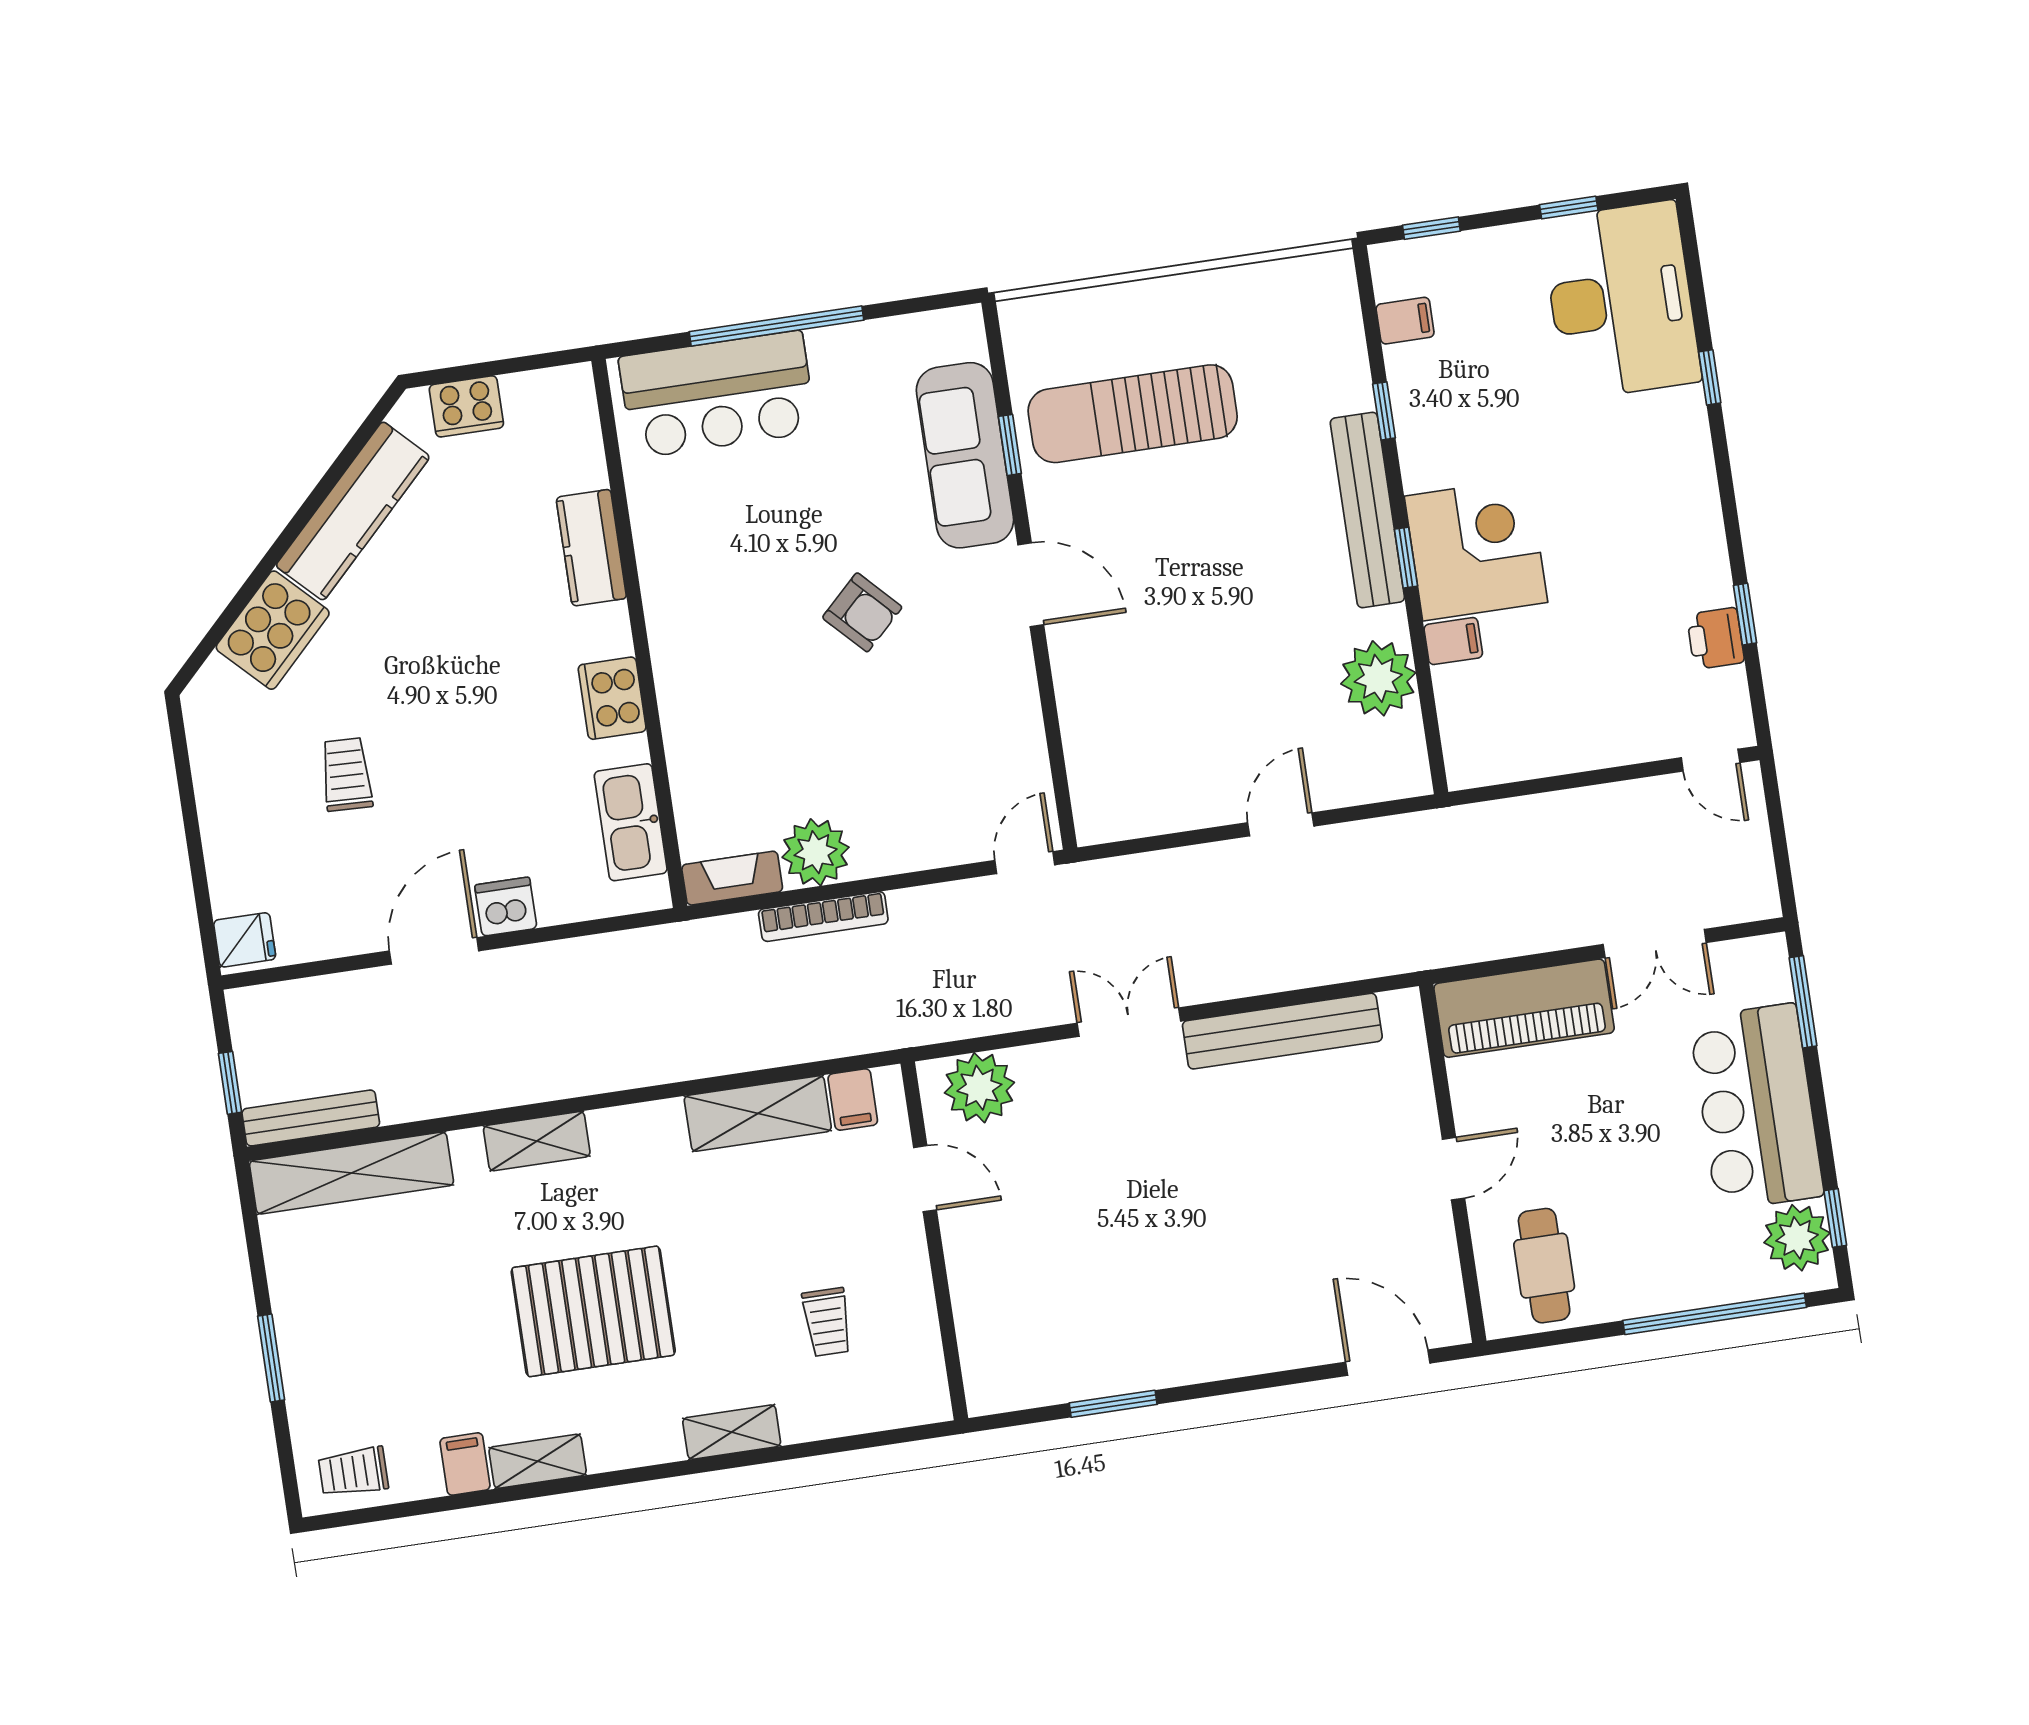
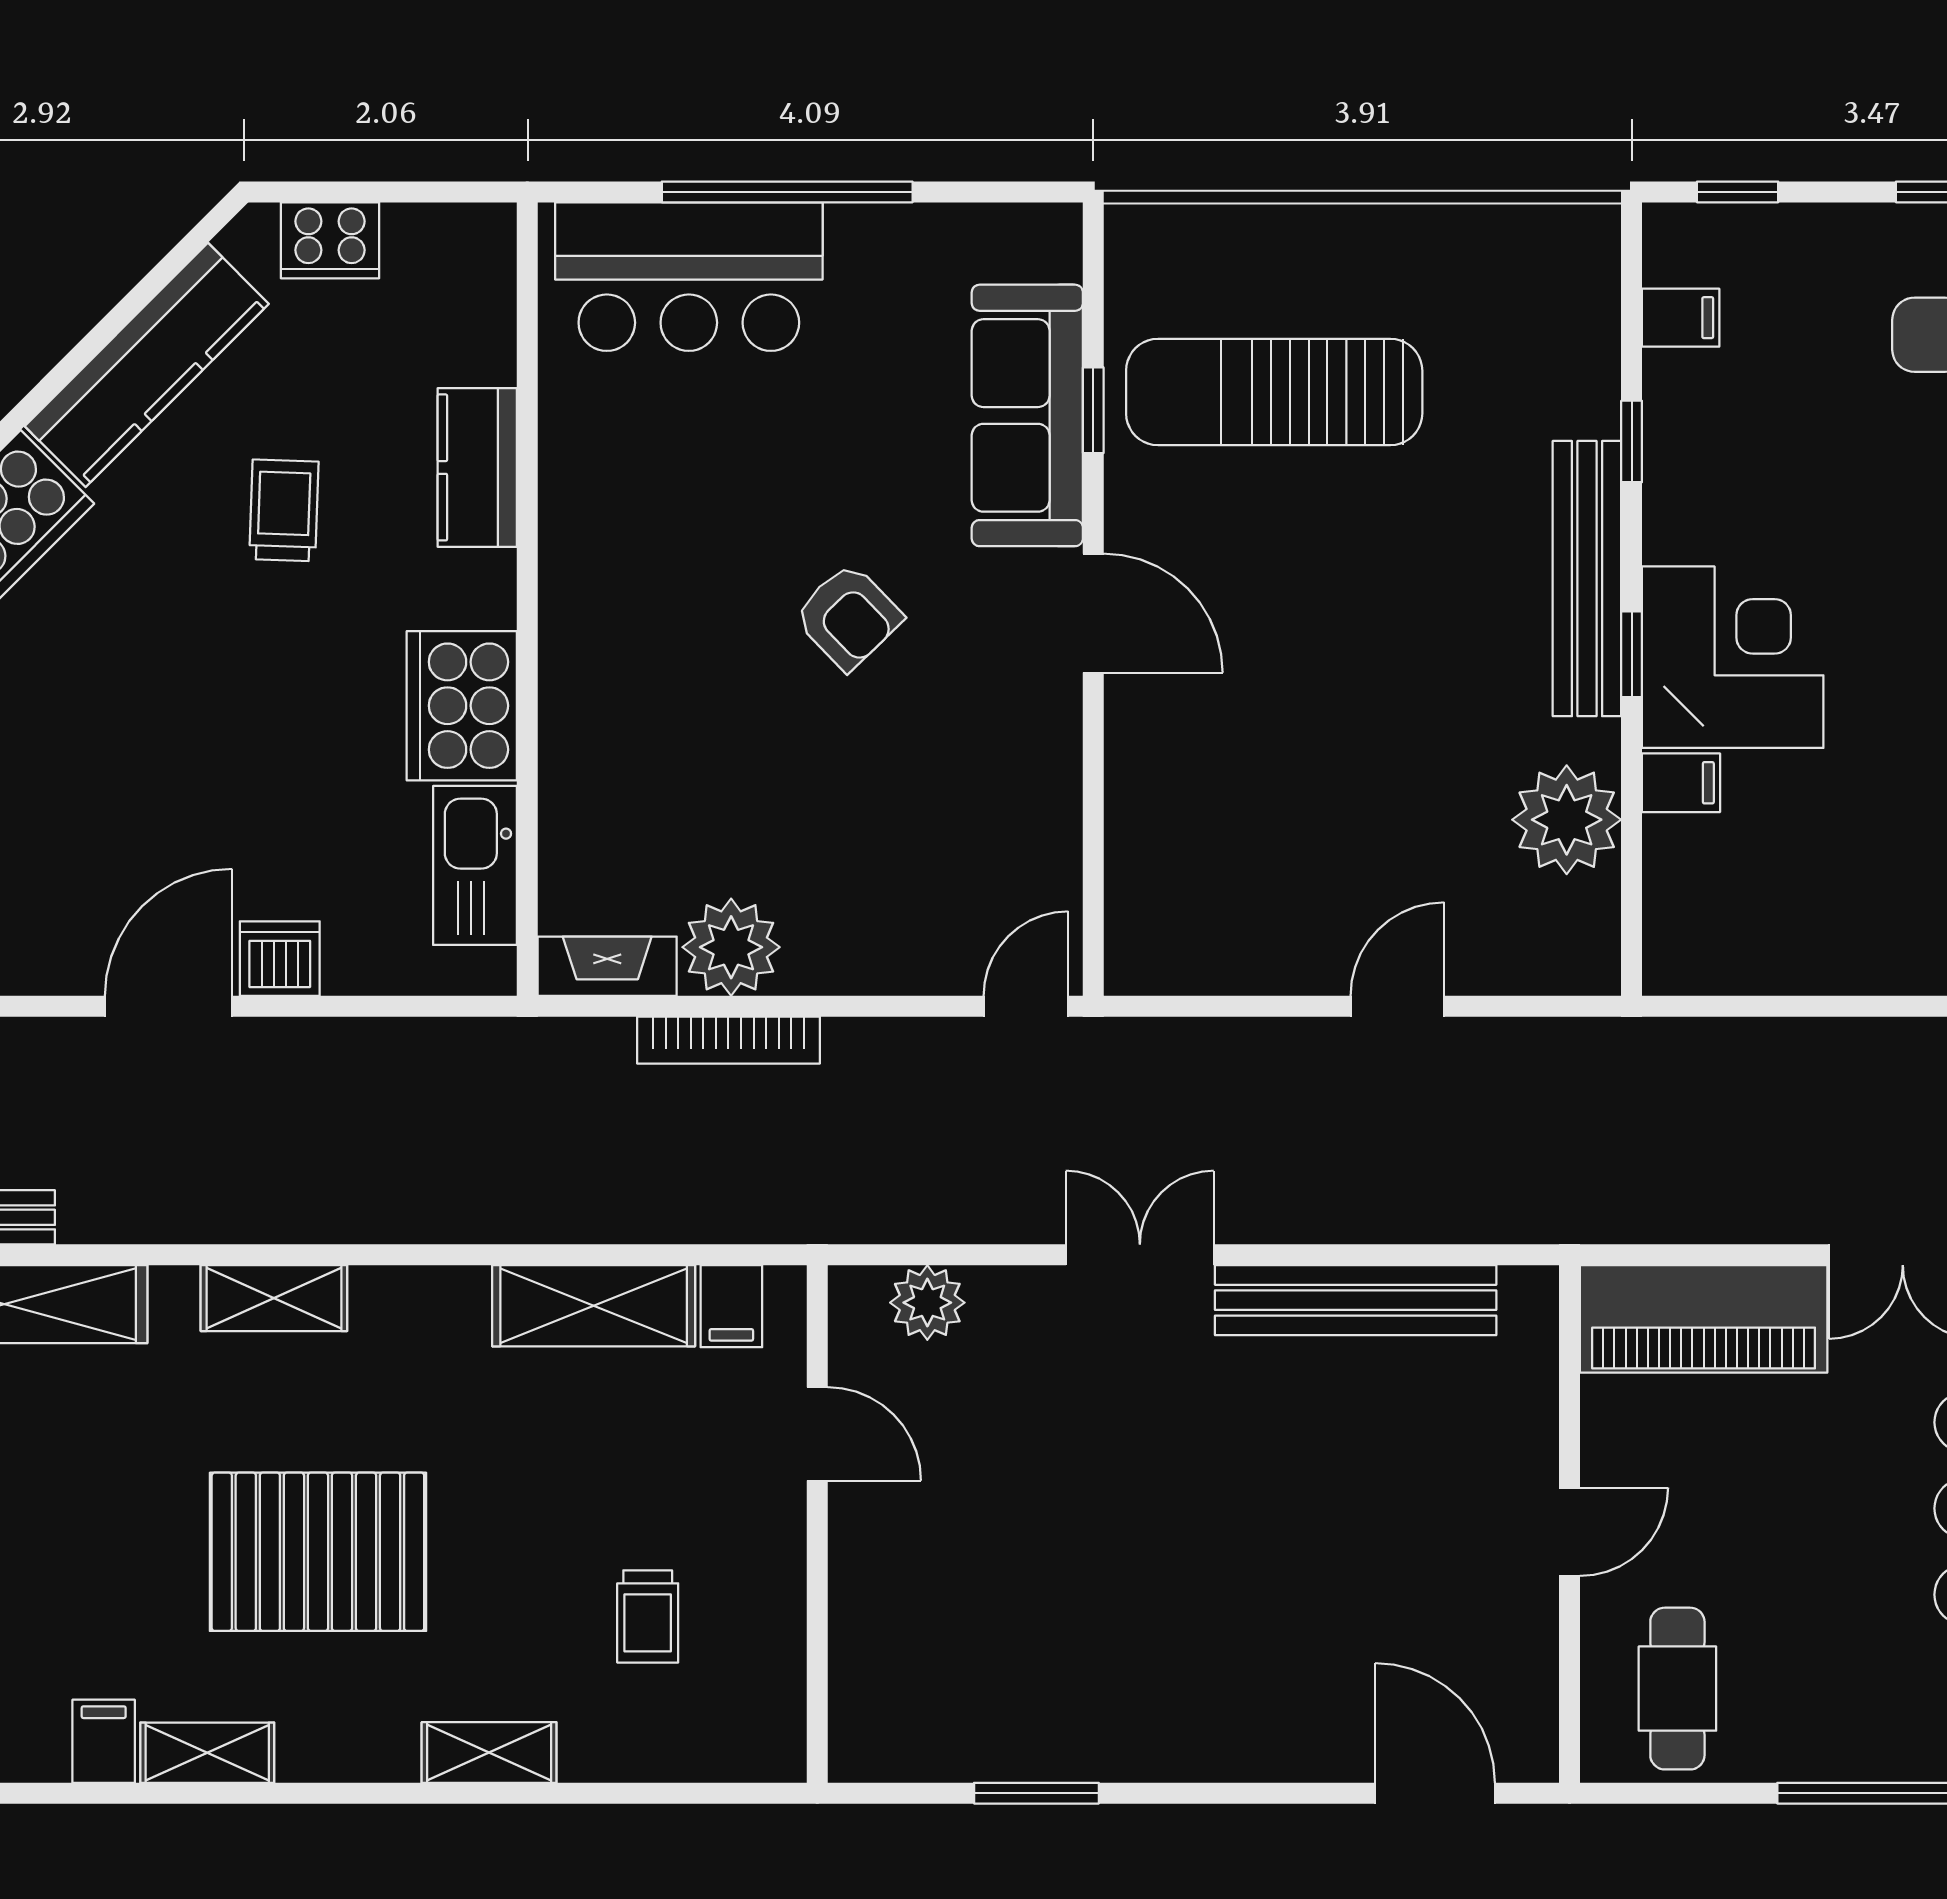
cooker: (612, 698) -> (462, 706), width x1.37, depth x1.31
trolley: (346, 775) -> (284, 510), moved
plant: (979, 1088) -> (927, 1303), width x0.73, depth x0.73

